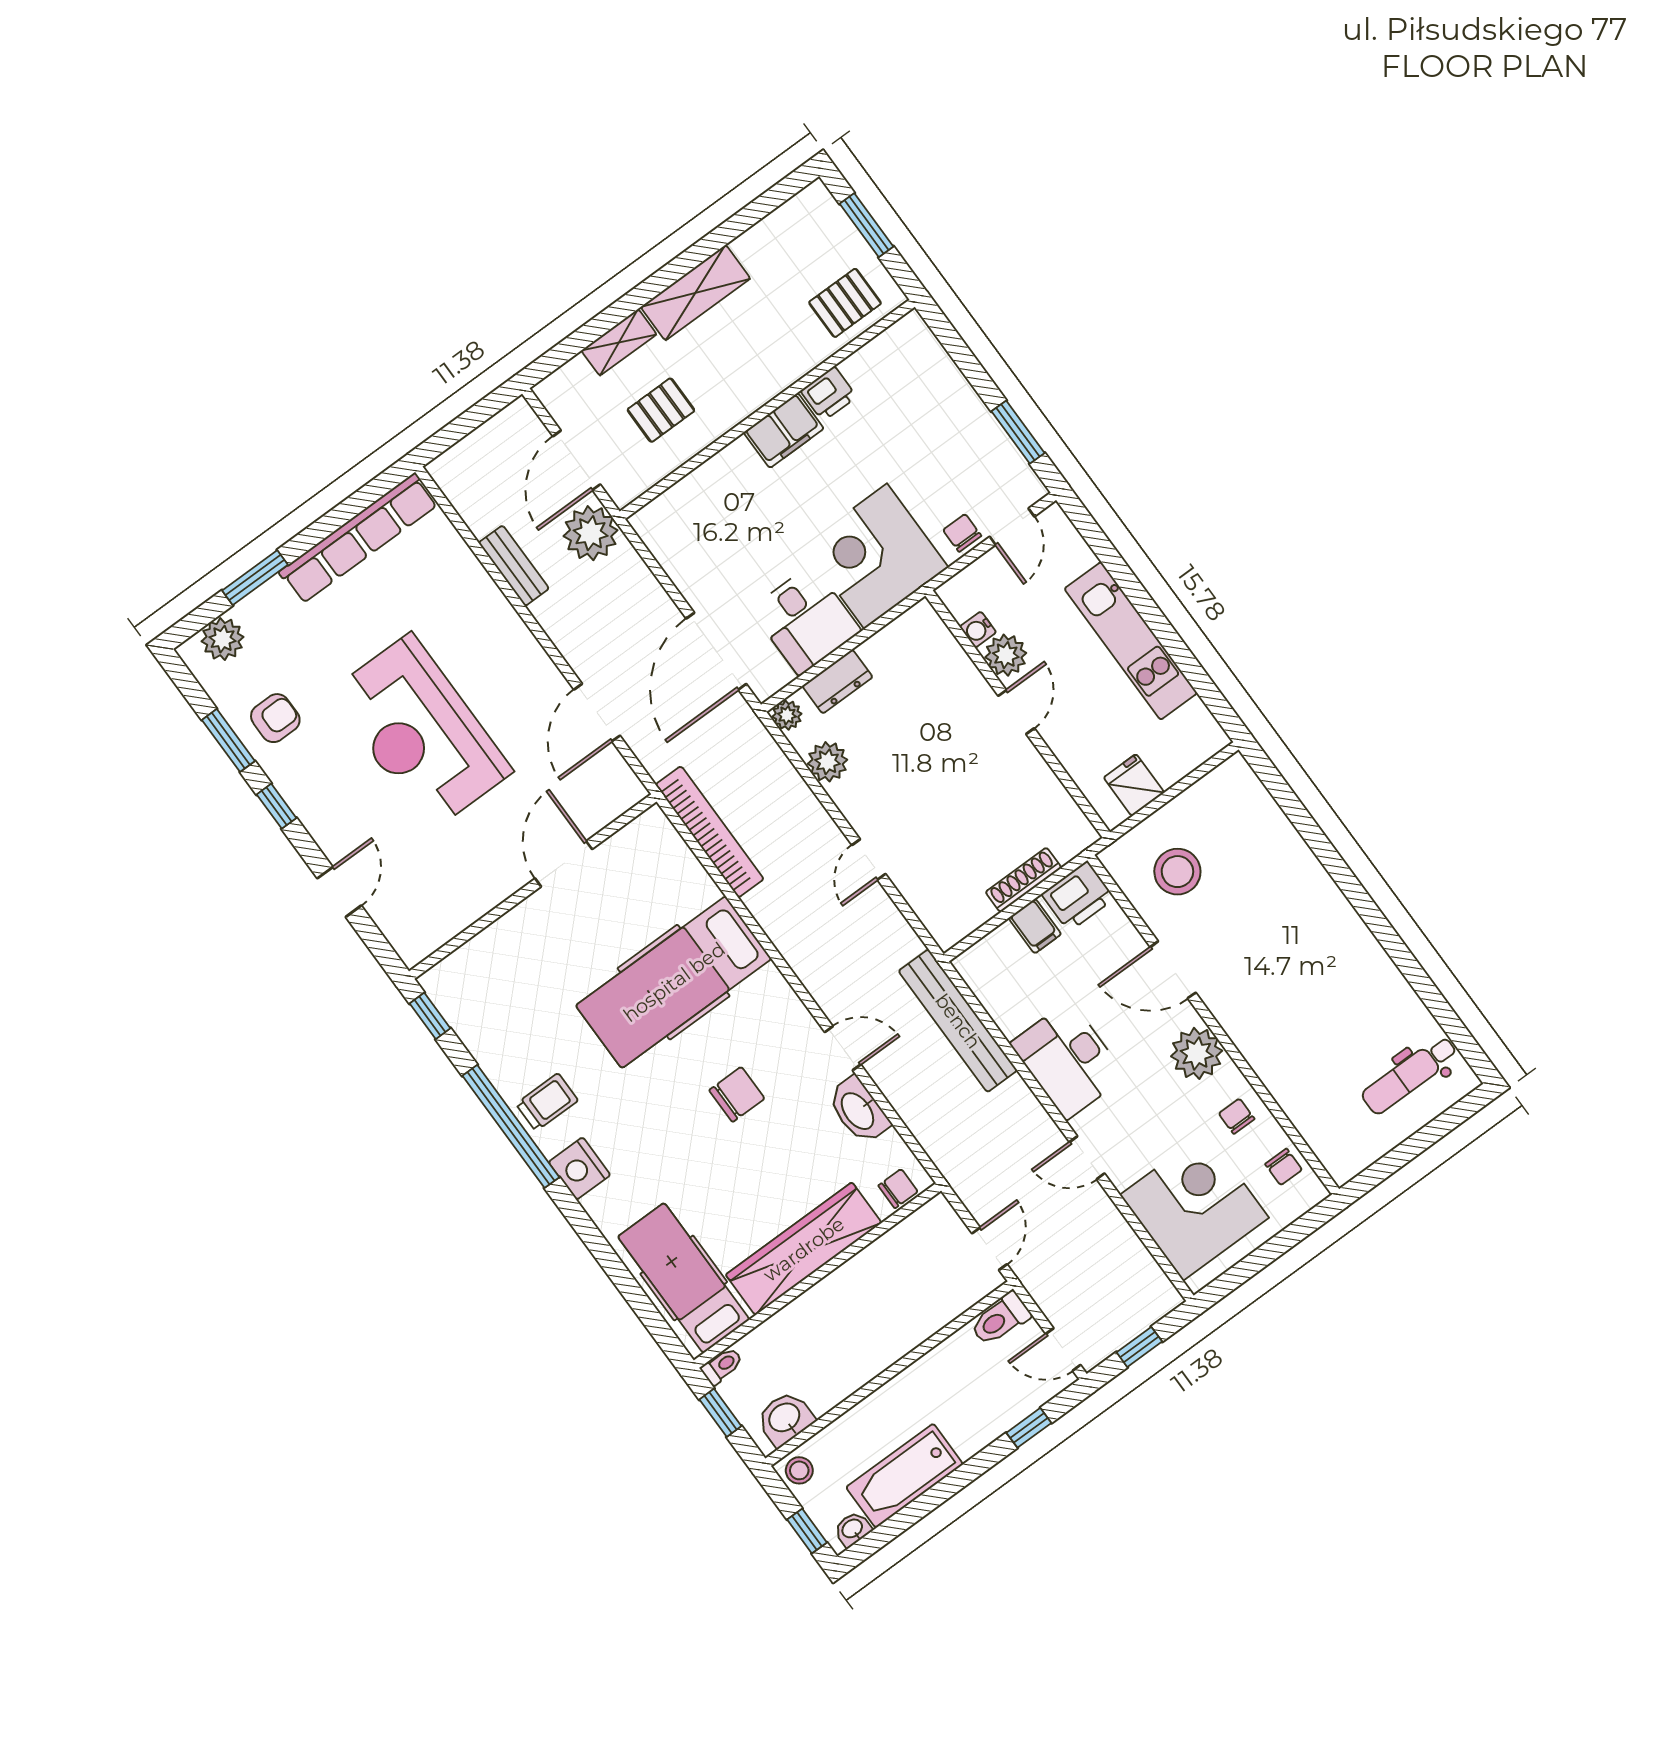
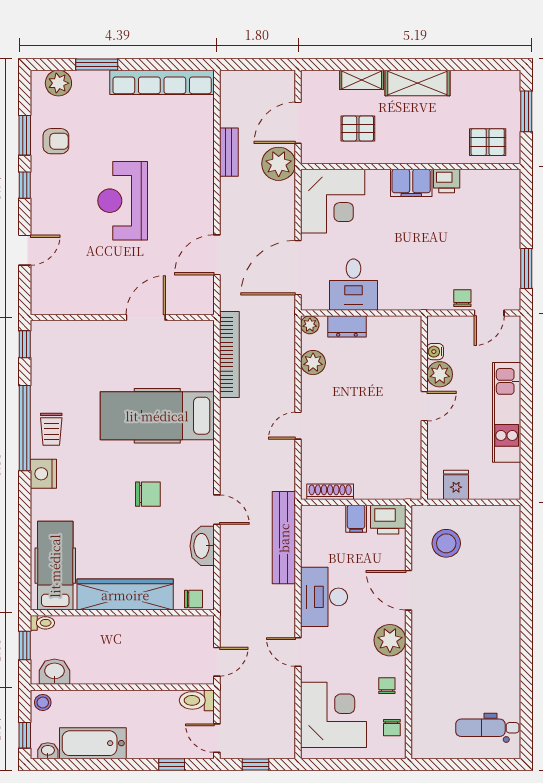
corner desk: (876, 556) -> (333, 201), moved, turned 180
reception desk: (421, 732) -> (123, 201), width x0.74, depth x0.77
shoe rack: (1023, 880) -> (330, 492), moved
trolley: (547, 1102) -> (51, 429), turned 90

